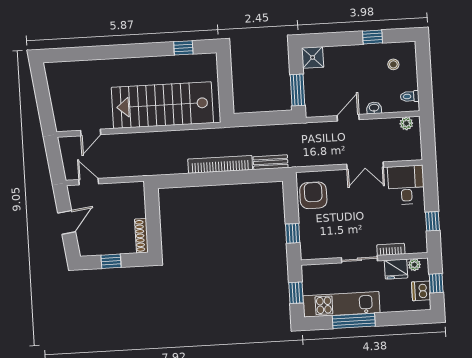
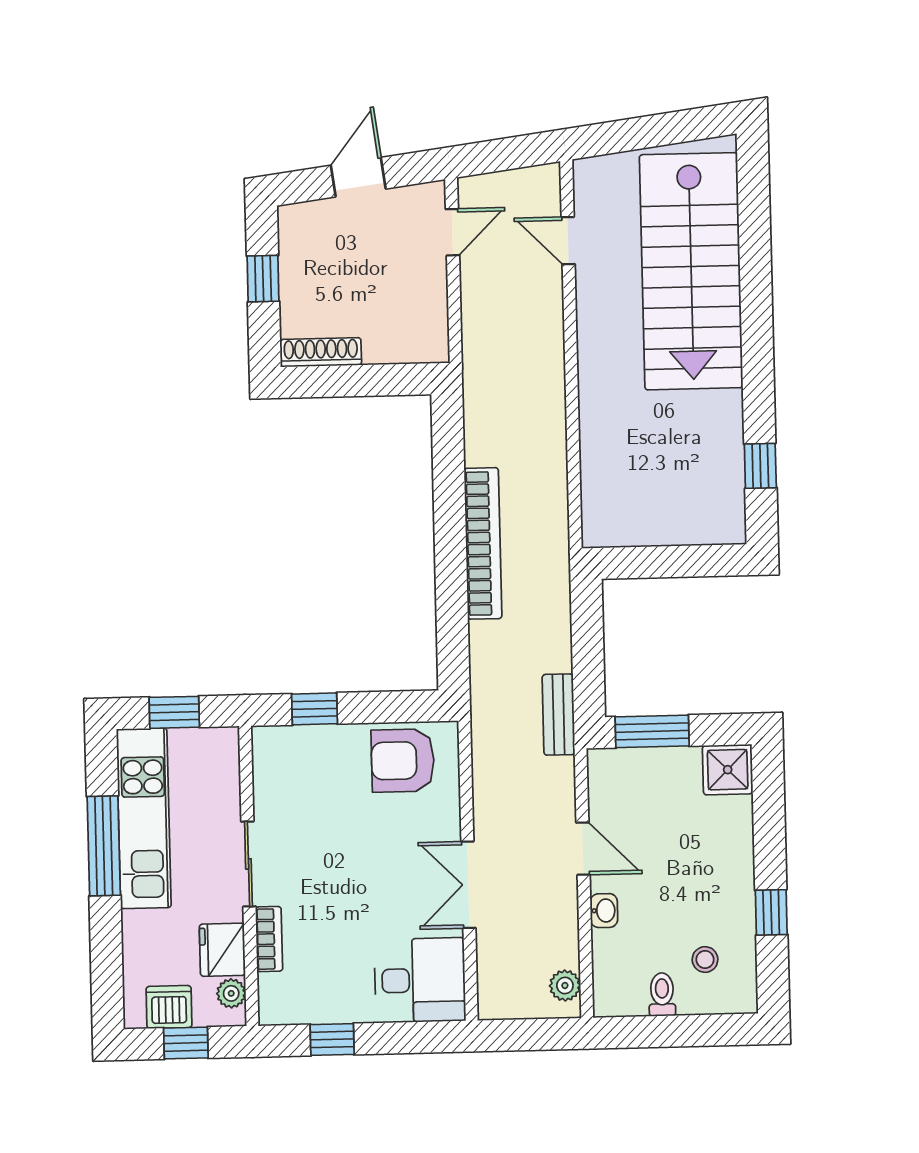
toilet: (410, 96) -> (662, 994), moved
stairs: (162, 105) -> (691, 271), moved, turned 180
bench: (271, 162) -> (559, 715), moved
armchair: (313, 195) -> (403, 761), turned 180
door: (67, 222) -> (358, 177), swing flipped

